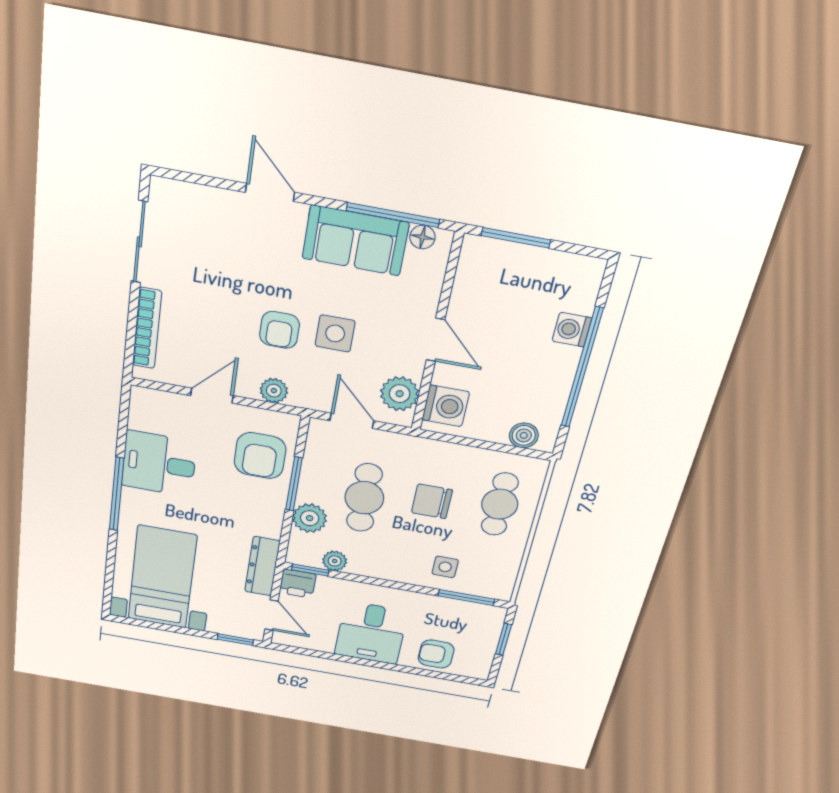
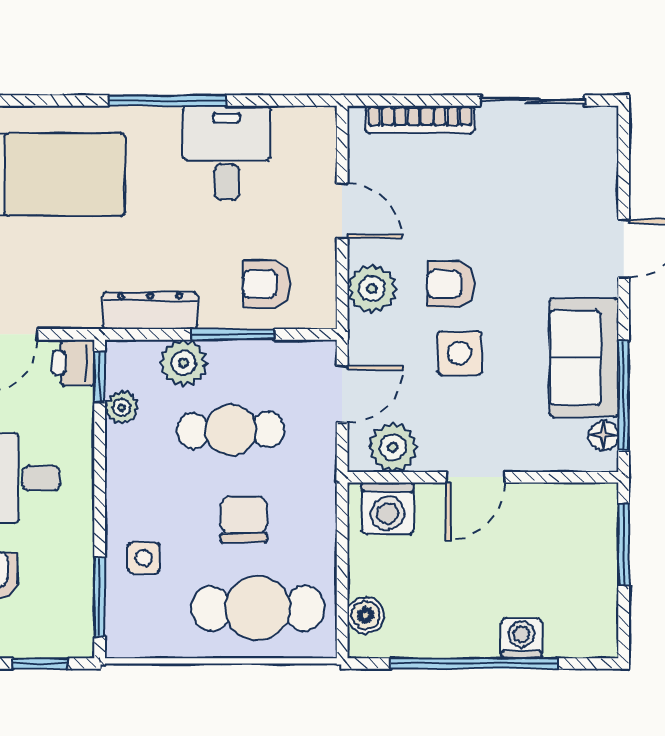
plant: (274, 391) -> (372, 289), width x1.38, depth x1.38
armchair: (260, 456) -> (267, 284), width x0.72, depth x0.72
cafe table: (500, 504) -> (258, 608), width x1.37, depth x1.35
dresser: (262, 566) -> (150, 311), moved

